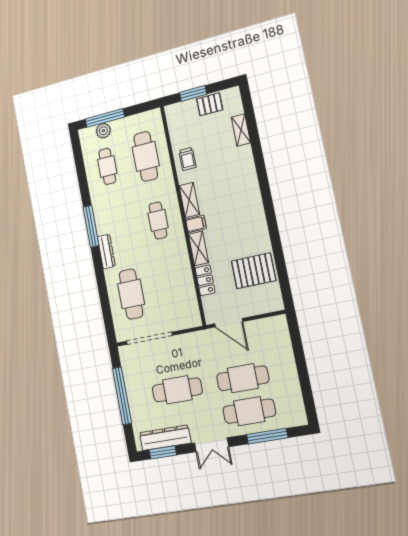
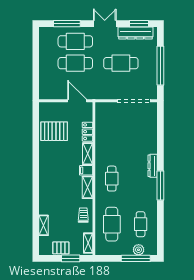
shelving: (173, 121) -> (88, 243), added
cafe table: (131, 294) -> (141, 133), removed

